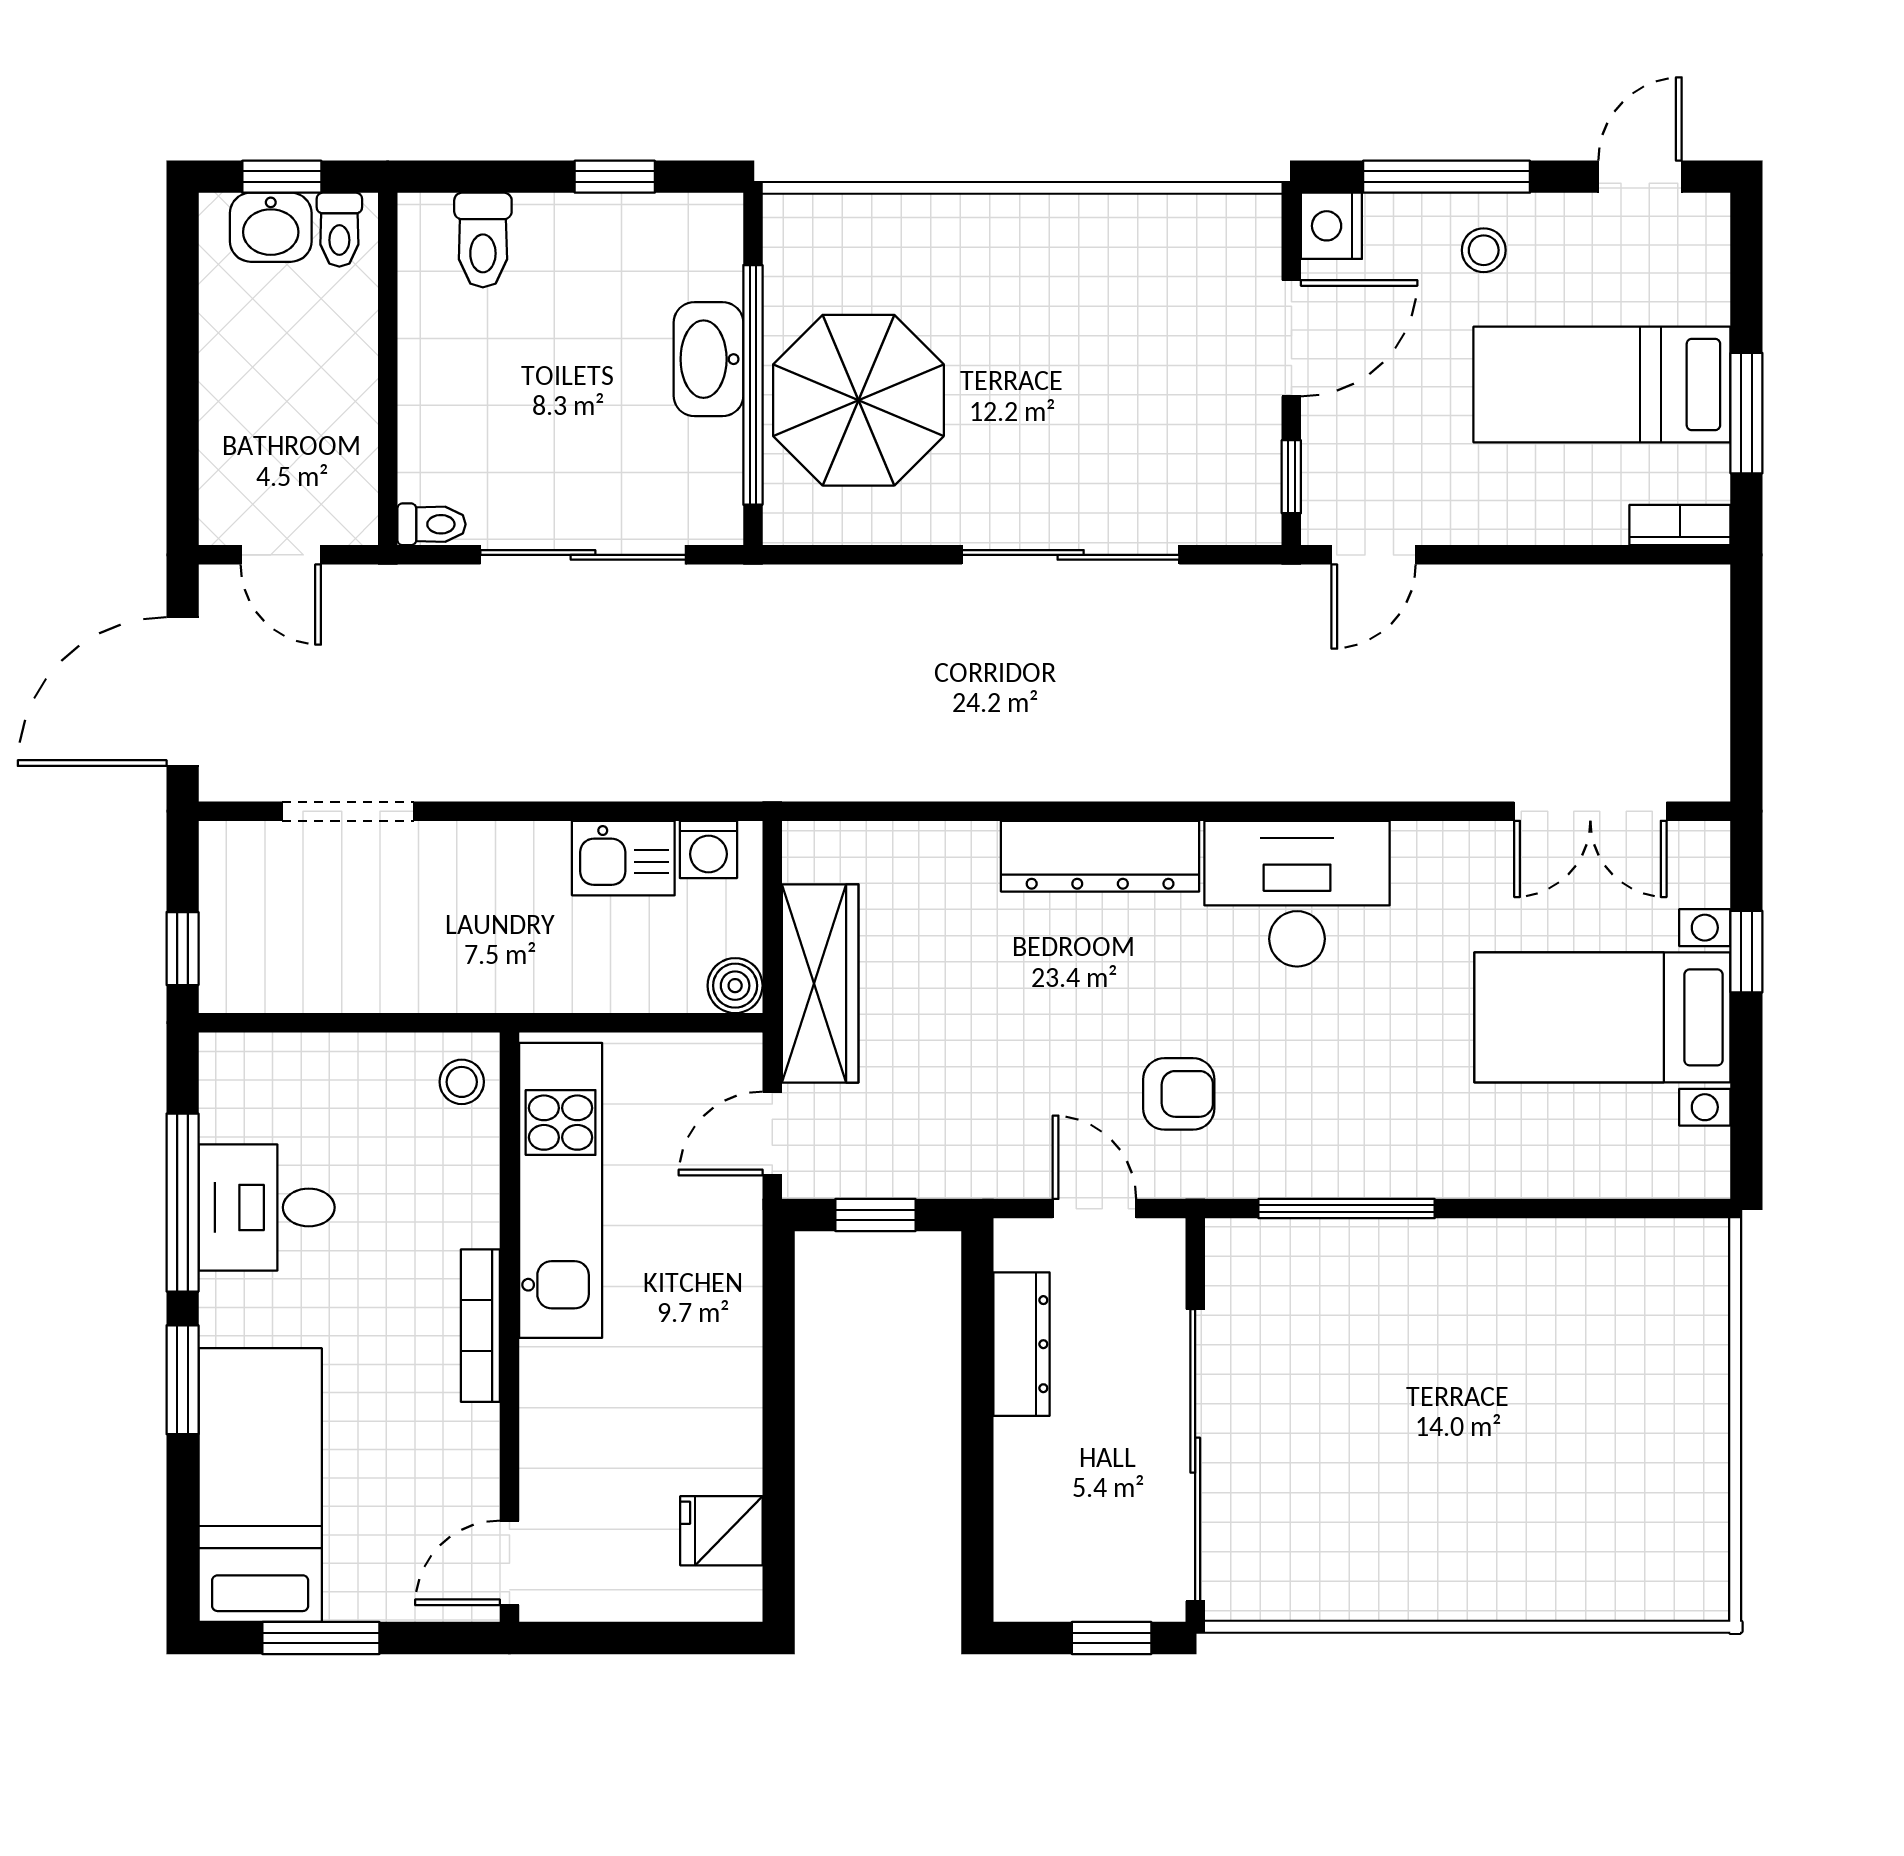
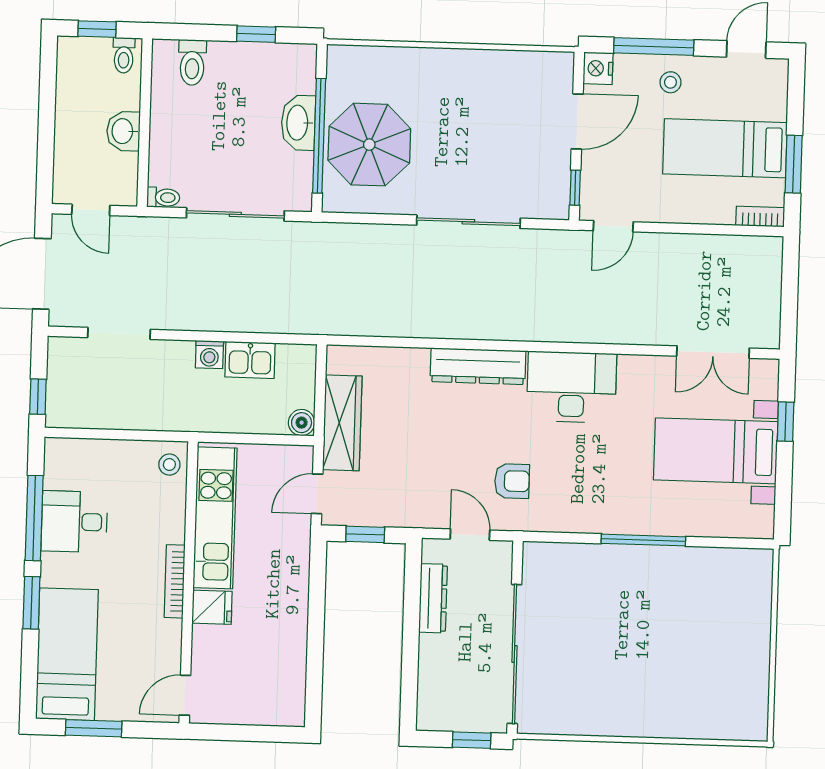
washbasin: (271, 227) -> (123, 131), moved, turned 90
washing machine: (708, 849) -> (209, 355), moved
window: (1347, 1209) -> (643, 540), moved
fridge: (721, 1531) -> (212, 607), moved, turned 180

